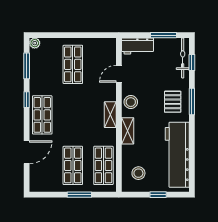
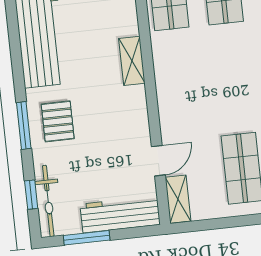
workbench: (138, 46) -> (120, 214), width x1.38
stool: (131, 102) -> (132, 113), removed
shelving: (110, 115) -> (178, 199), moved

